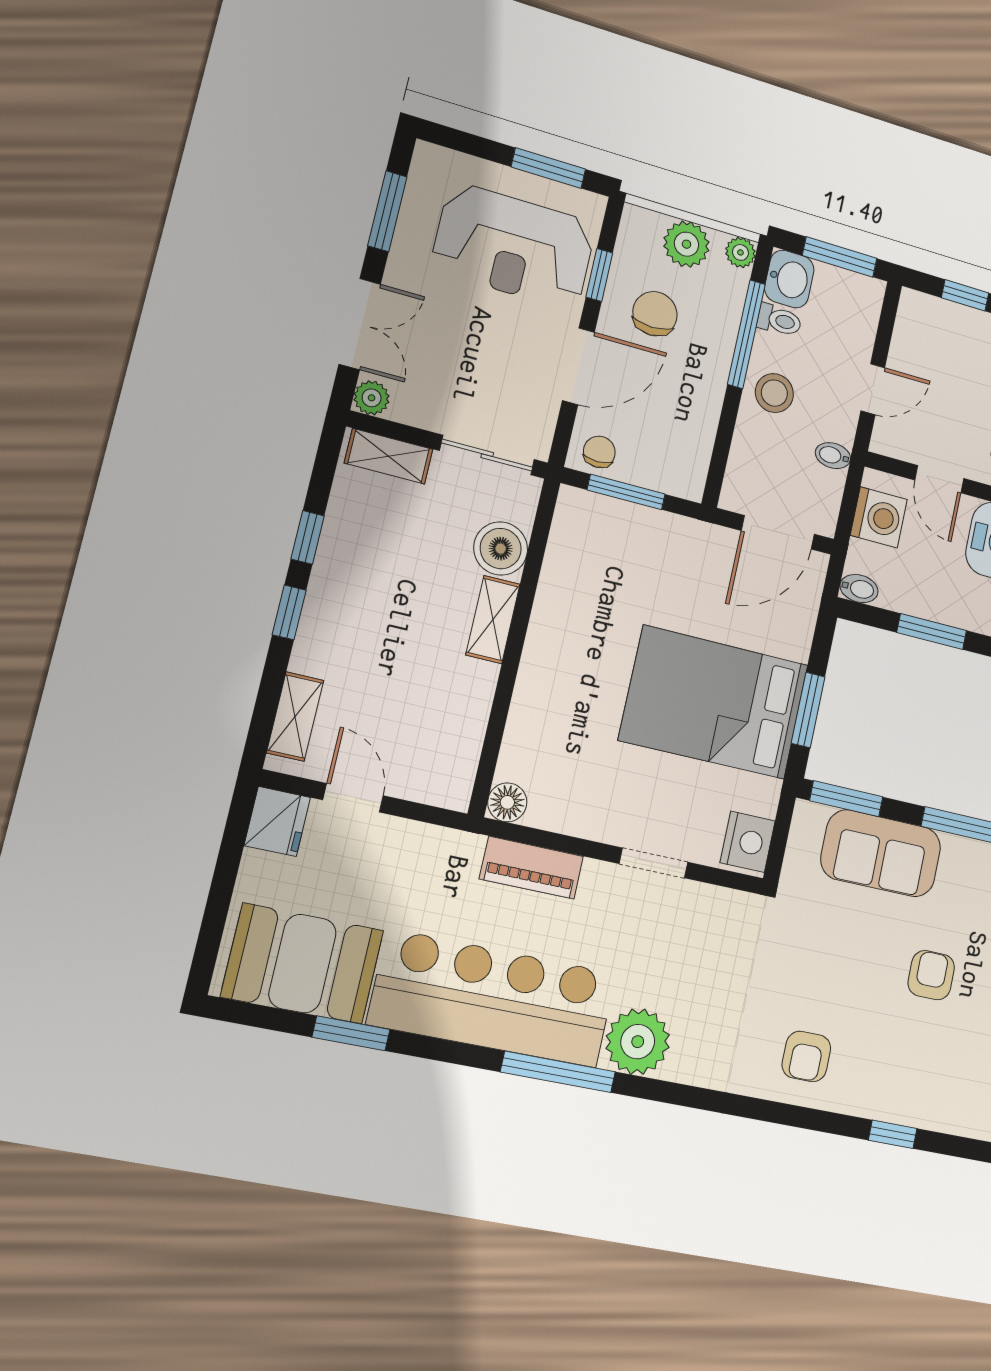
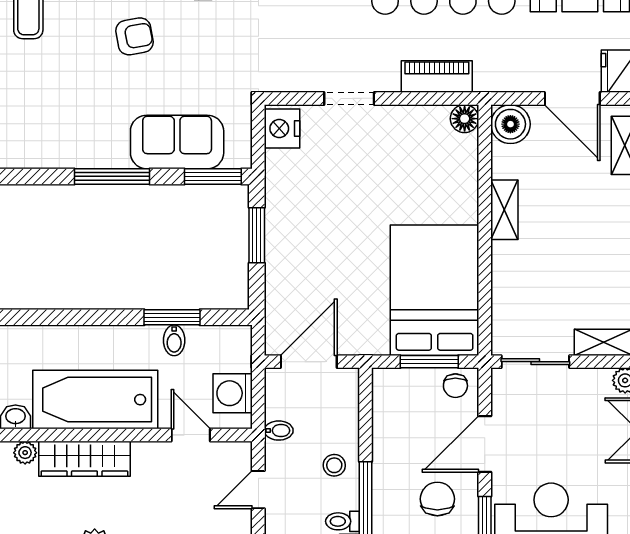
chair: (655, 314) -> (437, 499), turned 180
stool: (774, 393) -> (334, 465), width x0.73, depth x0.73
boiler: (501, 549) -> (510, 124), moved
bidet: (859, 589) -> (174, 340), moved, turned -90
shelving: (493, 620) -> (504, 210), moved
bed: (714, 702) -> (435, 290), moved, turned -90
door: (353, 798) -> (572, 98), width x1.38
armchair: (931, 975) -> (135, 36), moved, turned -100

